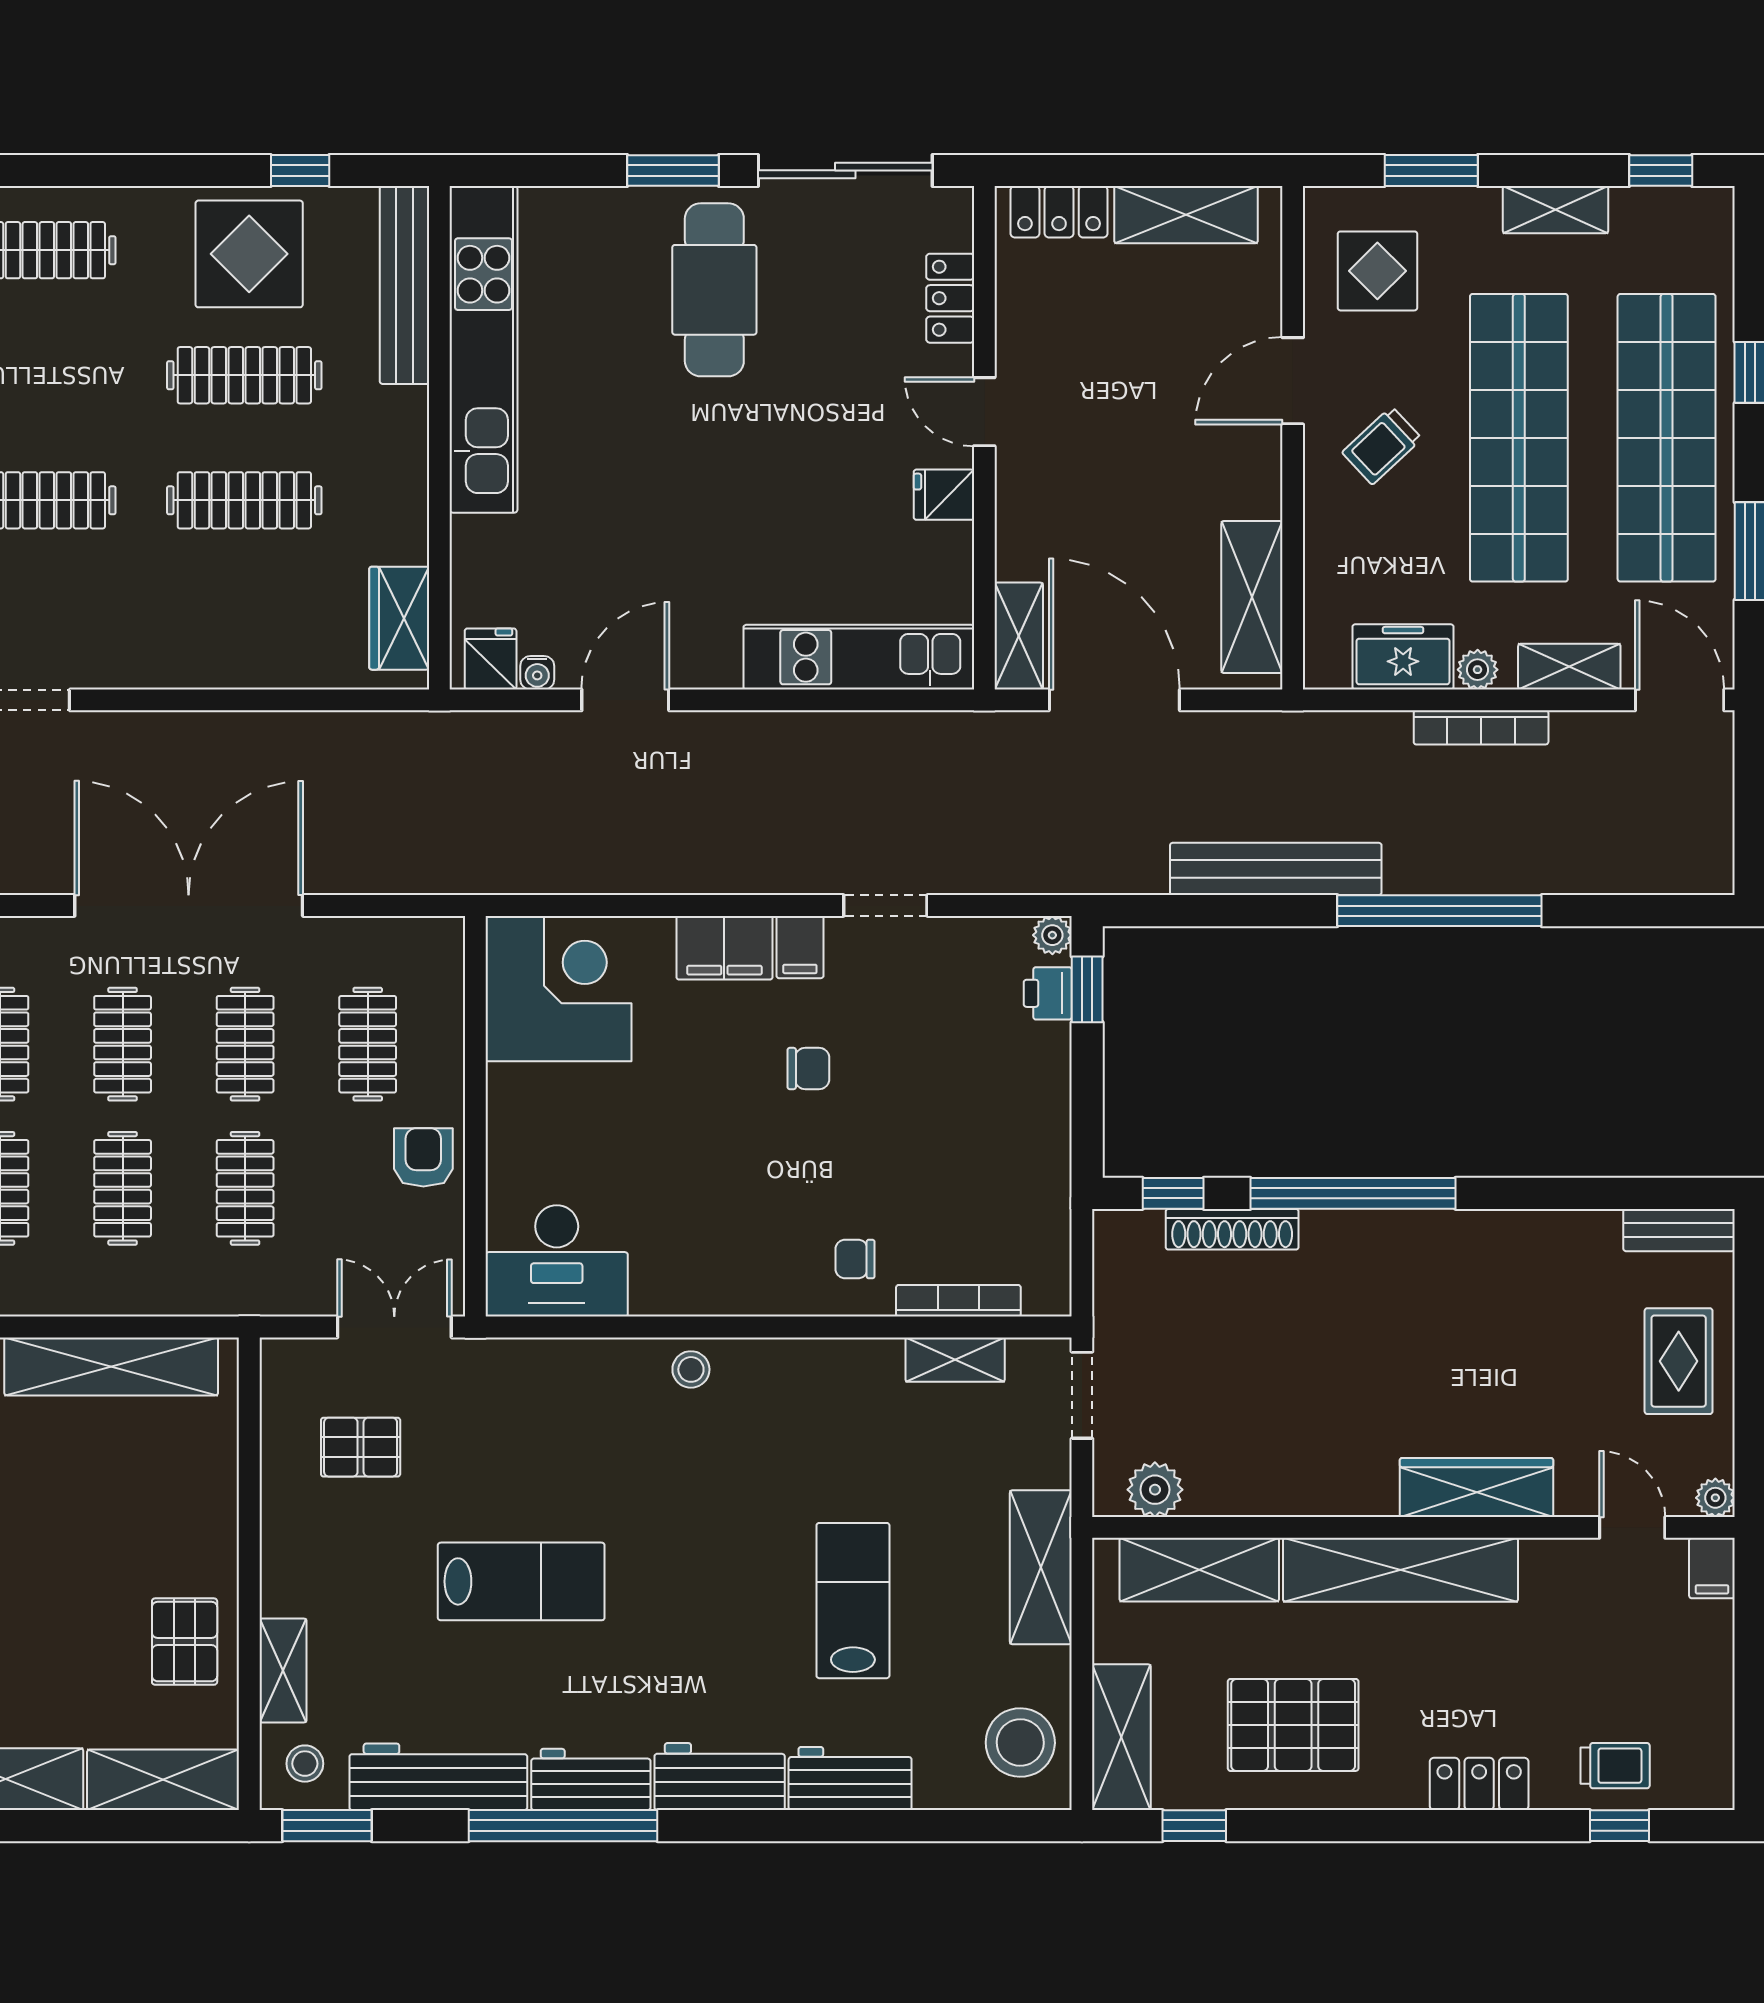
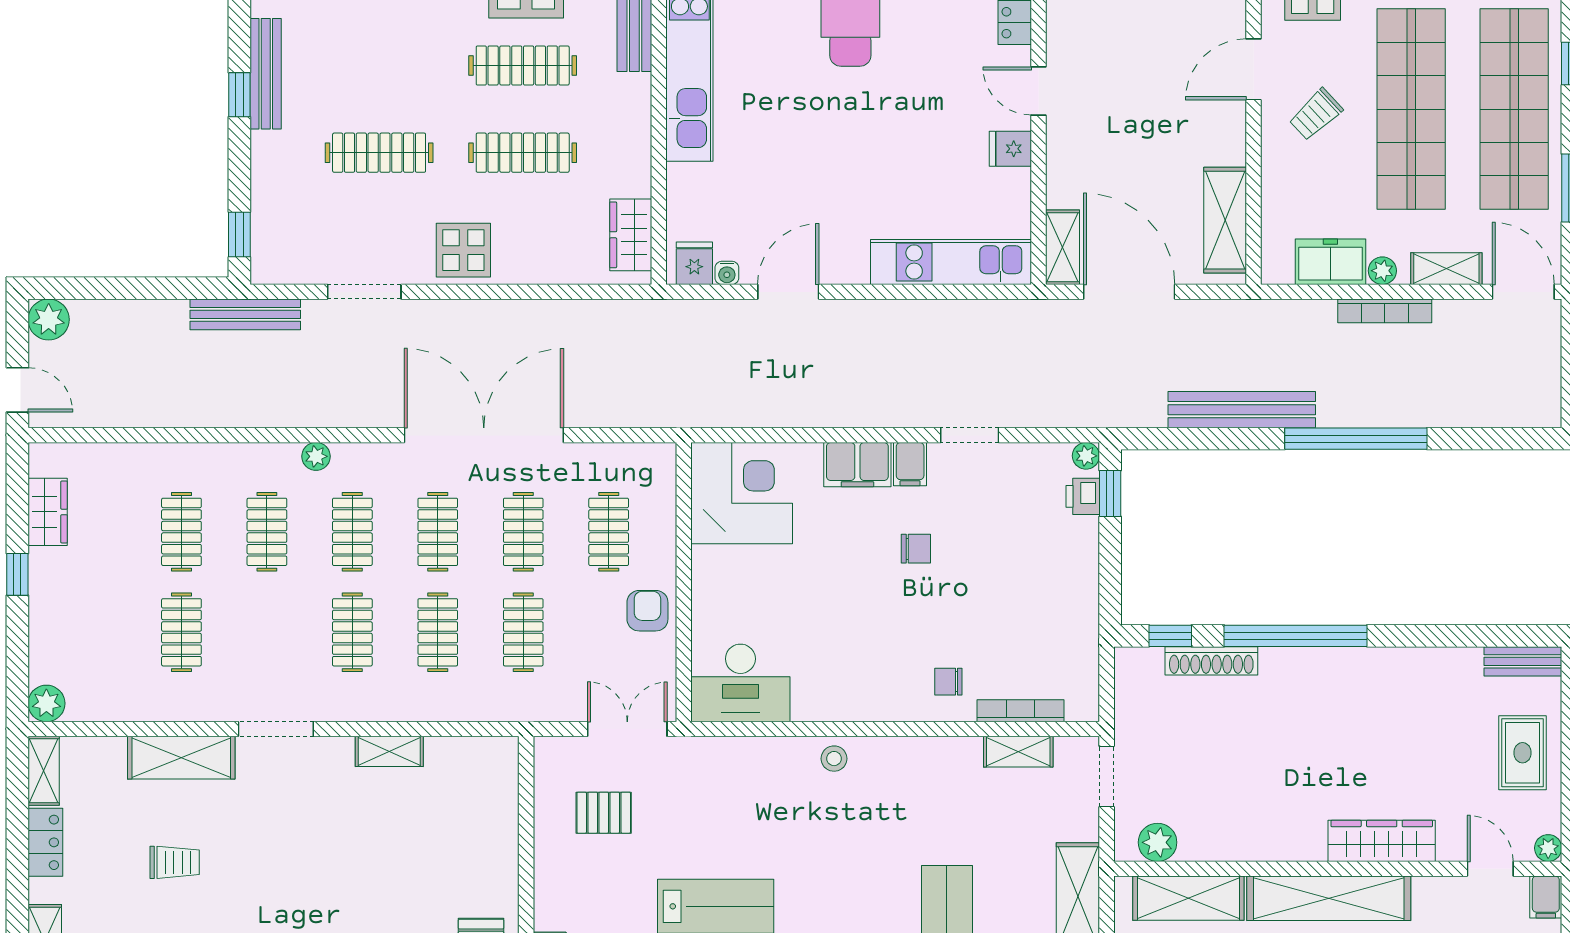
display table: (159, 640) -> (463, 250), added
shelving: (111, 1366) -> (389, 751), width x0.45, depth x0.75

